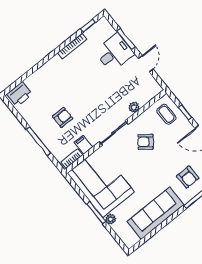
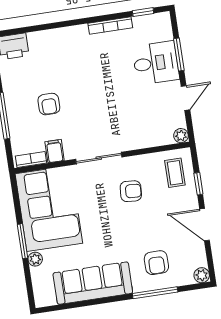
plant: (134, 107) -> (181, 136), moved
armchair: (63, 117) -> (49, 104), turned 90
armchair: (146, 142) -> (131, 191), turned 146

